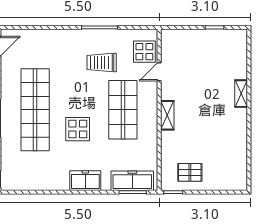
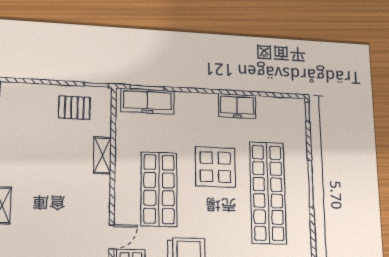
shelving: (167, 115) -> (102, 155), moved
display table: (78, 129) -> (215, 167), width x1.36, depth x1.36
freezer: (85, 181) -> (237, 106), moved

